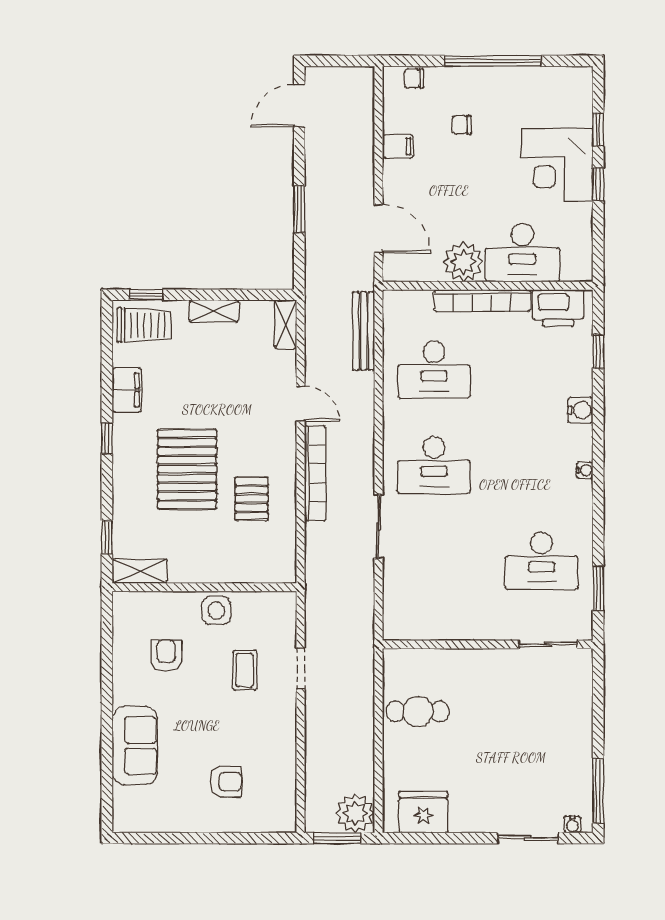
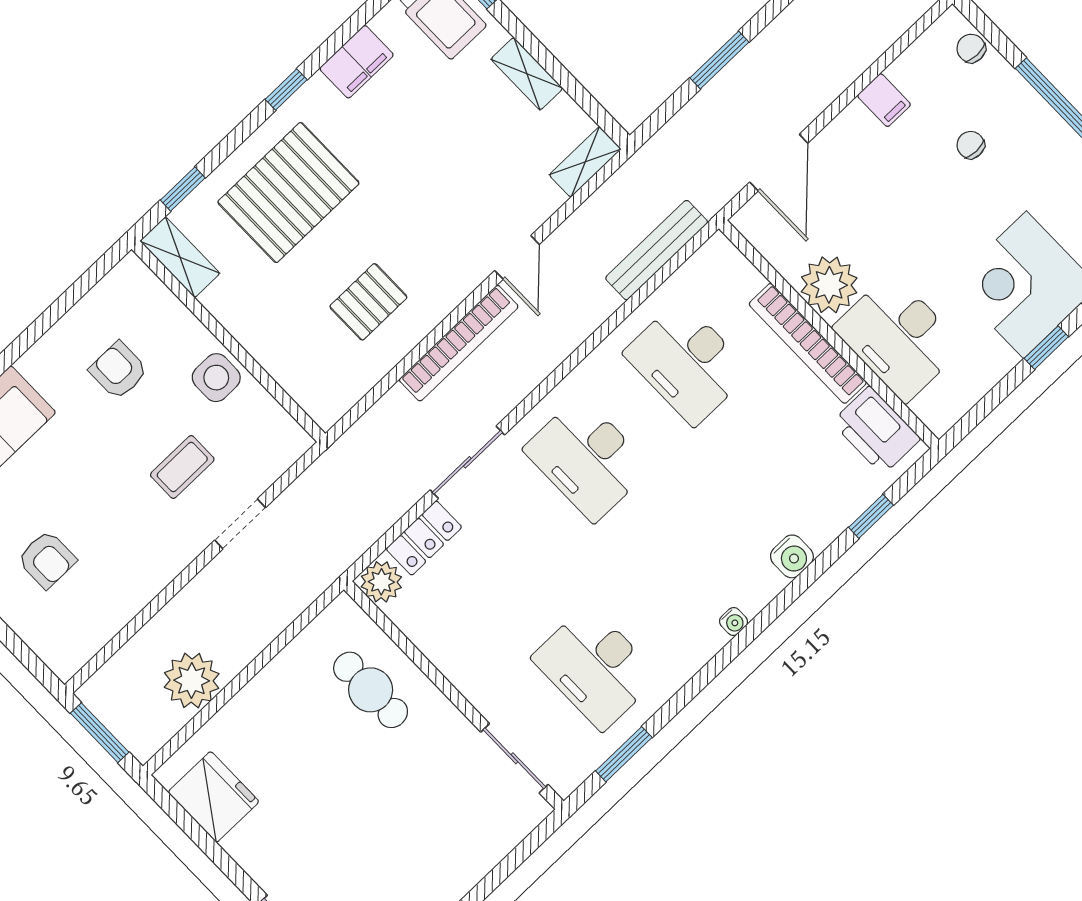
pallet: (187, 469) -> (288, 193), moved
locker: (395, 584) -> (424, 538), added
plant: (397, 626) -> (381, 582), added
armchair: (166, 656) -> (118, 370), turned -90
cafe table: (418, 711) -> (371, 690), moved
plant: (355, 813) -> (192, 681), moved

